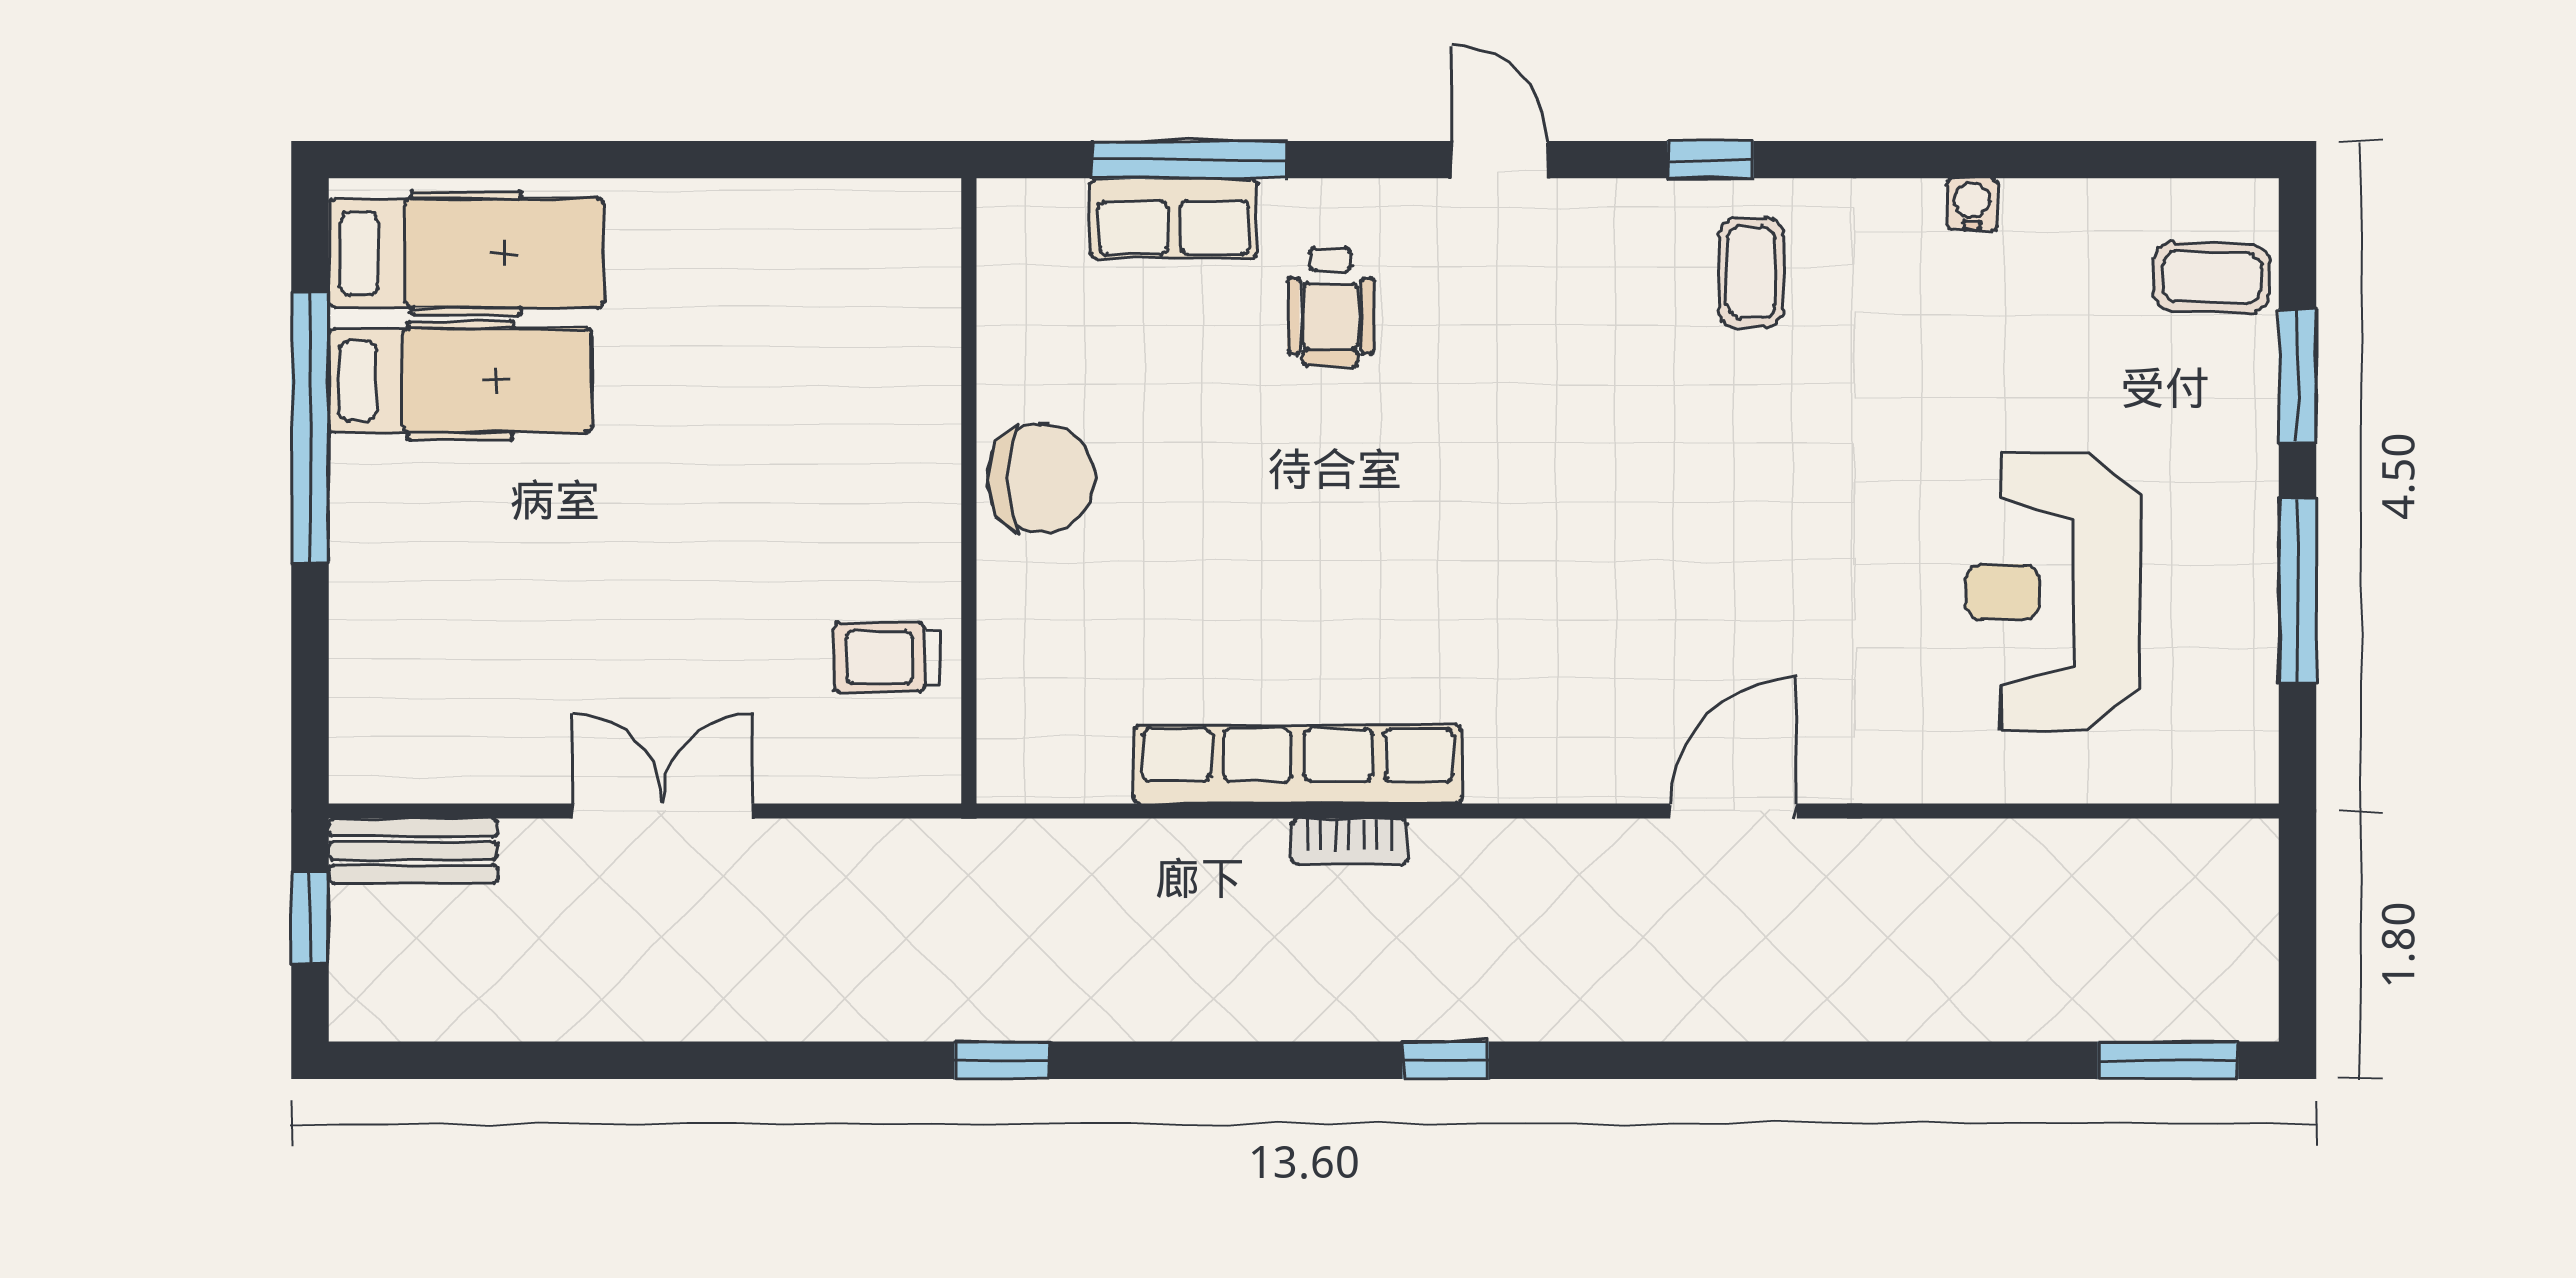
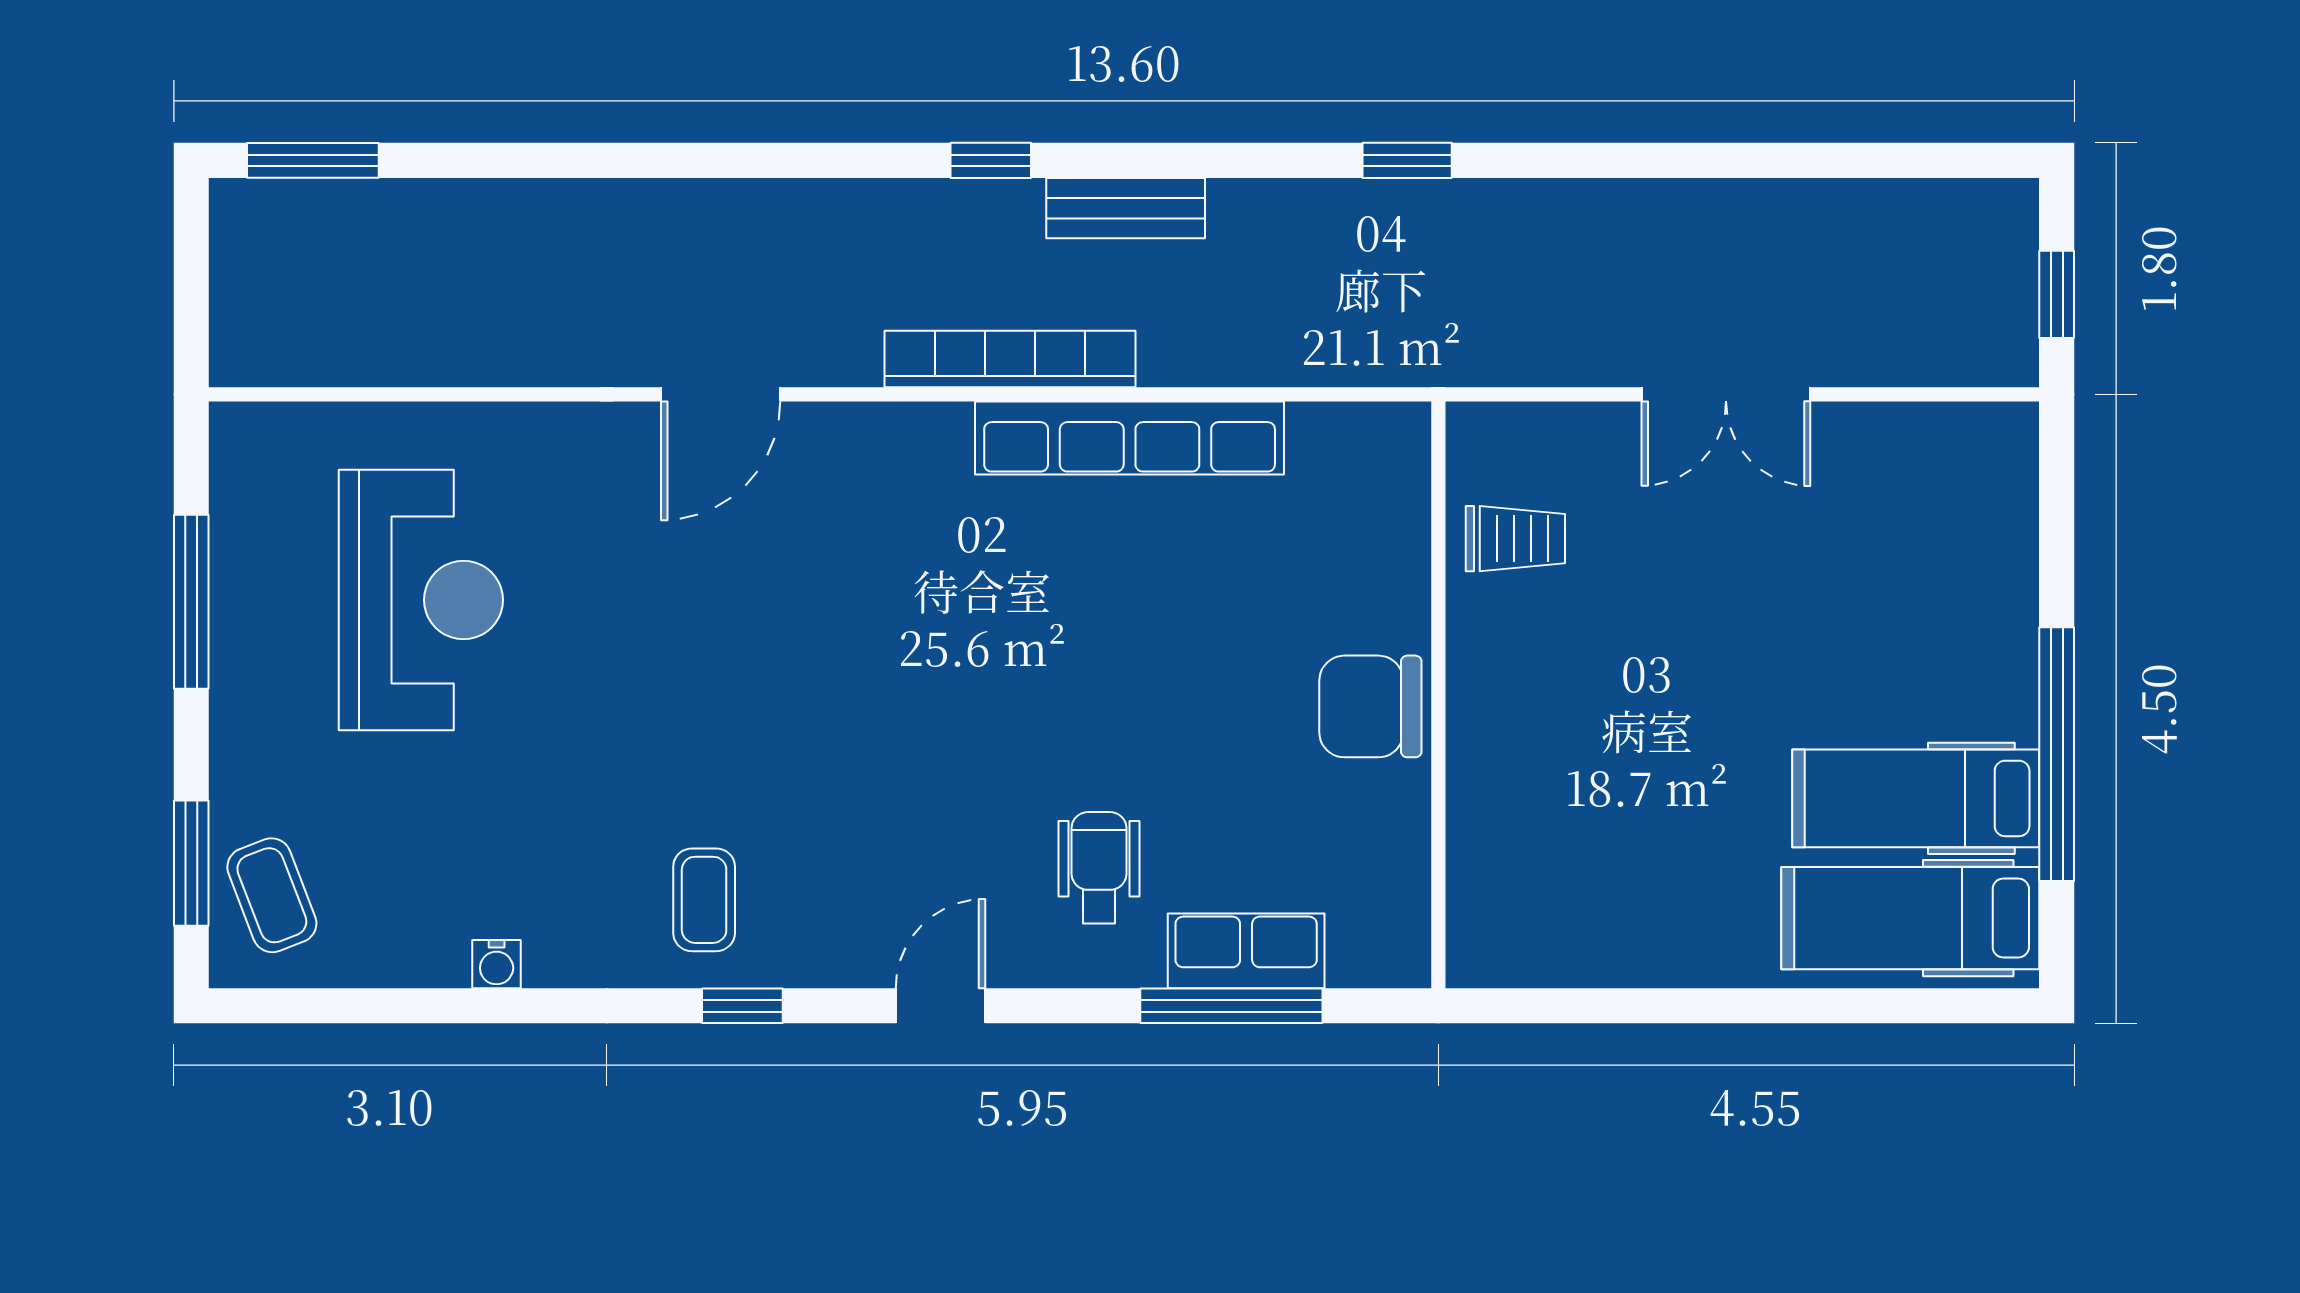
door: (1499, 160) -> (940, 1006), swing flipped
coffee table: (2212, 277) -> (272, 895), turned 67
window: (2298, 376) -> (191, 863), moved
bookcase: (1349, 842) -> (1010, 359), width x2.31, depth x1.31
bench: (413, 851) -> (1126, 208), moved

